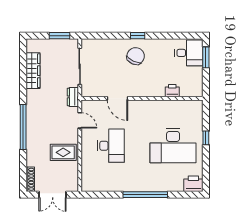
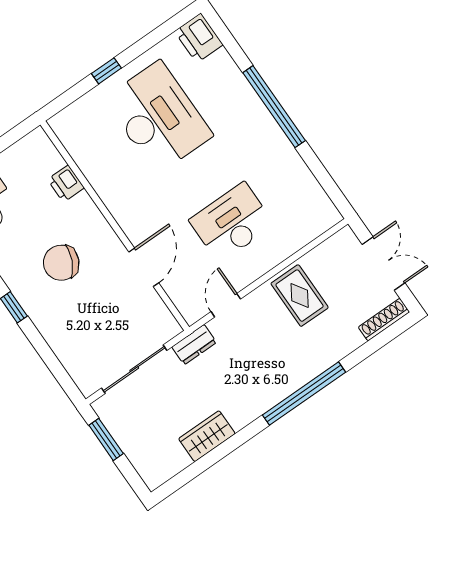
chair: (136, 56) -> (61, 263), moved
wardrobe: (33, 71) -> (207, 436), width x0.67

